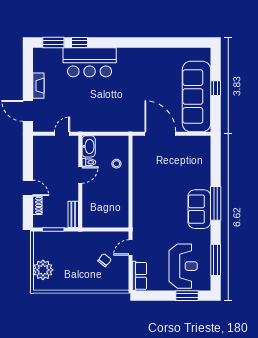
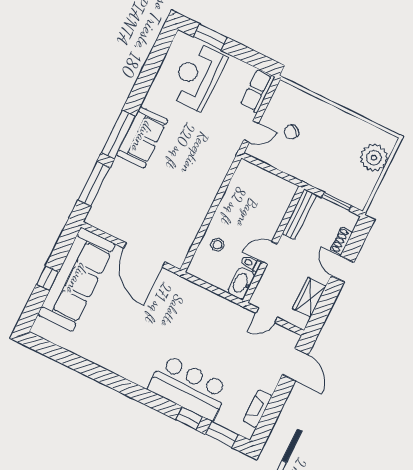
fireplace: (38, 86) -> (258, 408), moved
wardrobe: (40, 159) -> (309, 297), added
bench: (73, 214) -> (299, 214), width x1.36
window: (216, 260) -> (94, 184), moved

